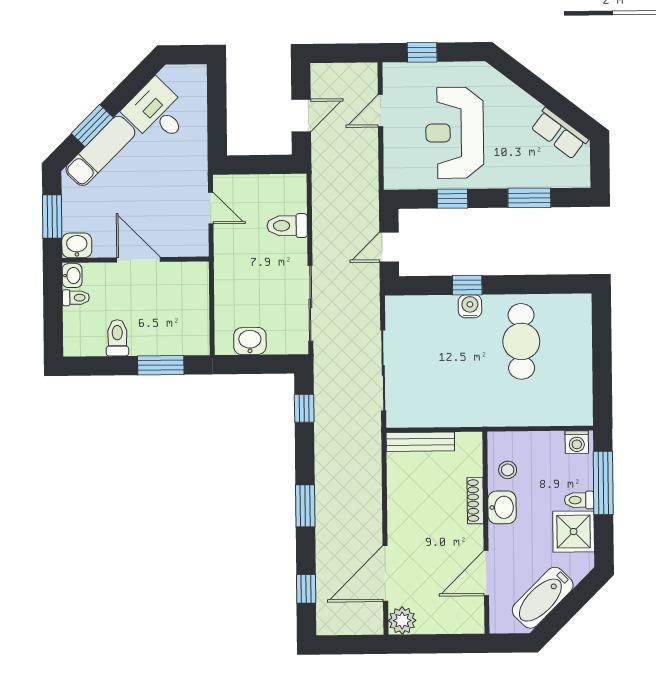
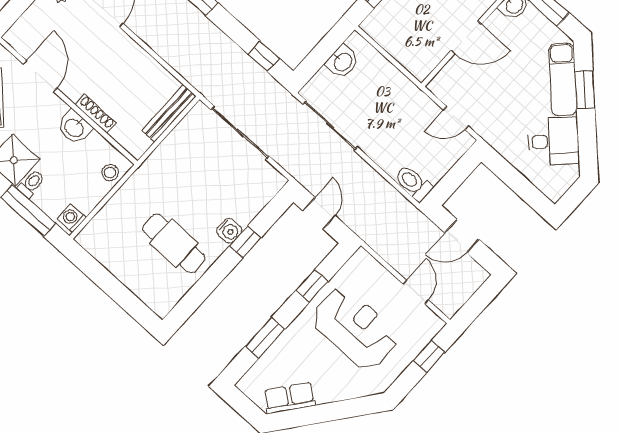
door: (301, 115) -> (462, 236), hinge flipped
toilet: (287, 226) -> (413, 183), moved, turned -90
stool: (508, 470) -> (110, 172), moved

